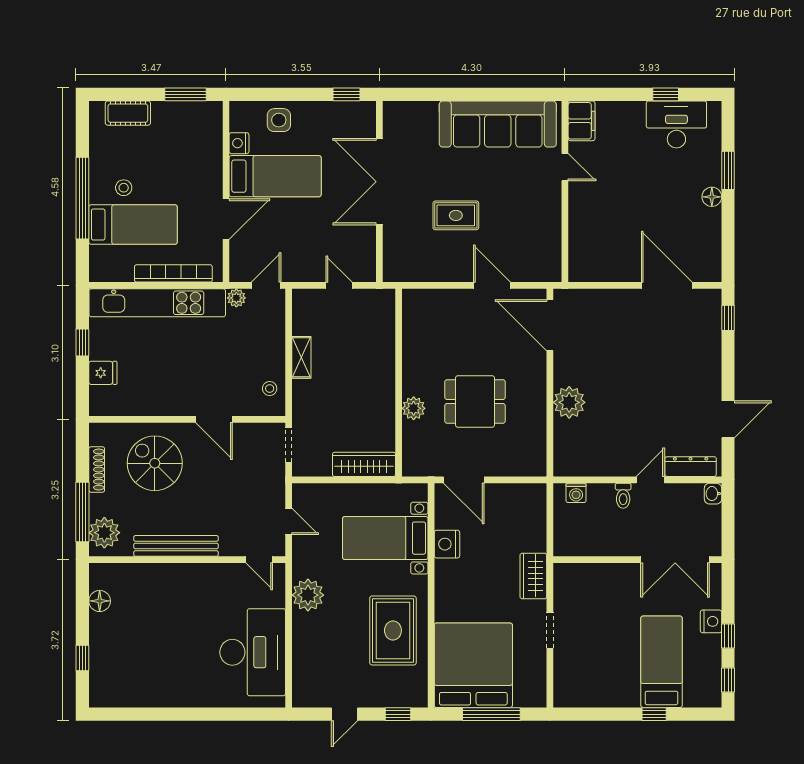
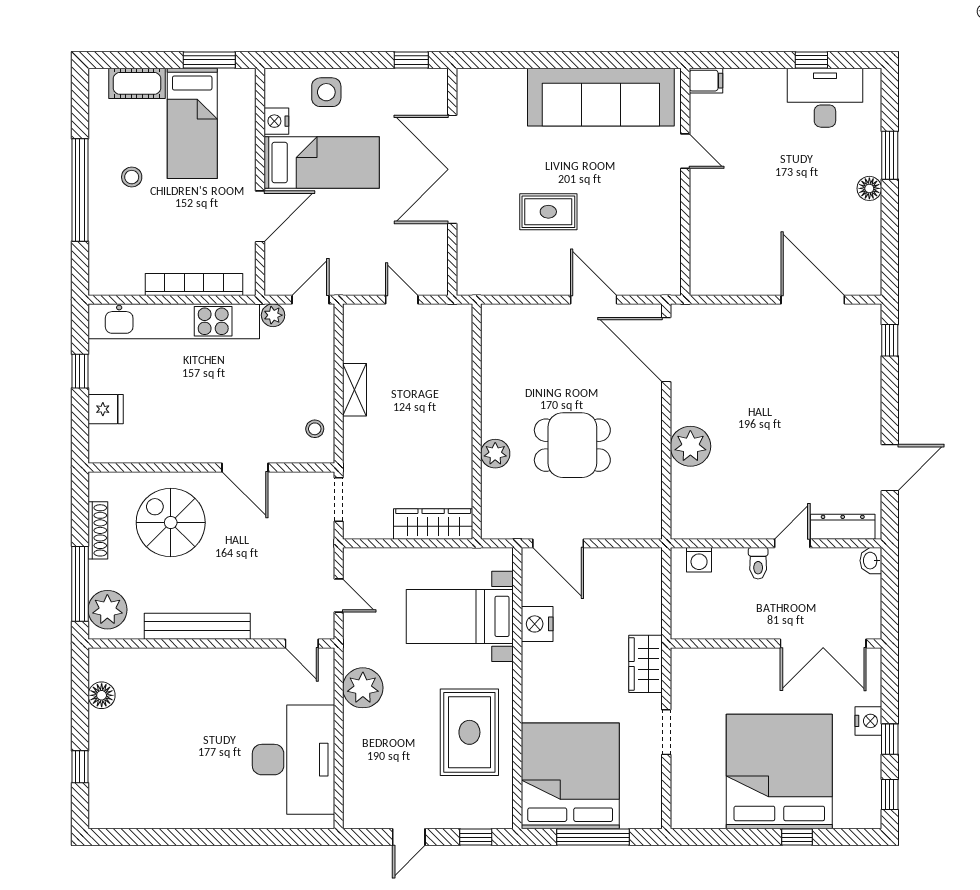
filing cabinet: (582, 121) -> (706, 81), width x0.50
bed: (133, 225) -> (192, 123), moved, turned 90
bed: (662, 662) -> (779, 772), width x2.04

